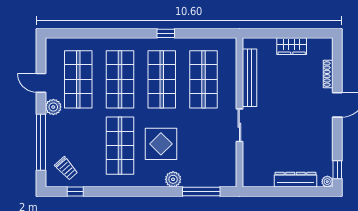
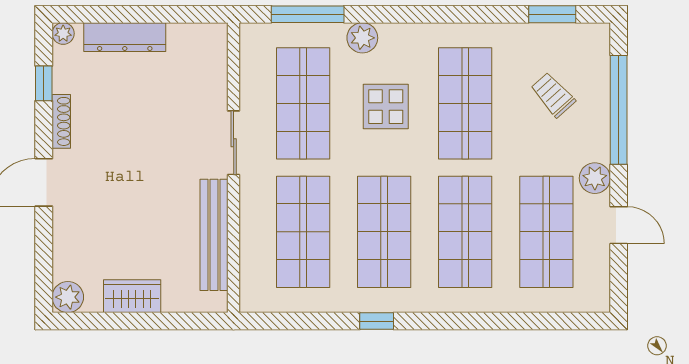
plant: (325, 46) -> (68, 297), added
shoe rack: (328, 74) -> (61, 121), moved
display table: (161, 144) -> (386, 107), width x0.73, depth x0.73
shop shelf: (204, 146) -> (303, 103), added
trolley: (66, 168) -> (553, 95), moved
window: (337, 170) -> (44, 83), moved
window: (75, 192) -> (552, 14), width x1.50

